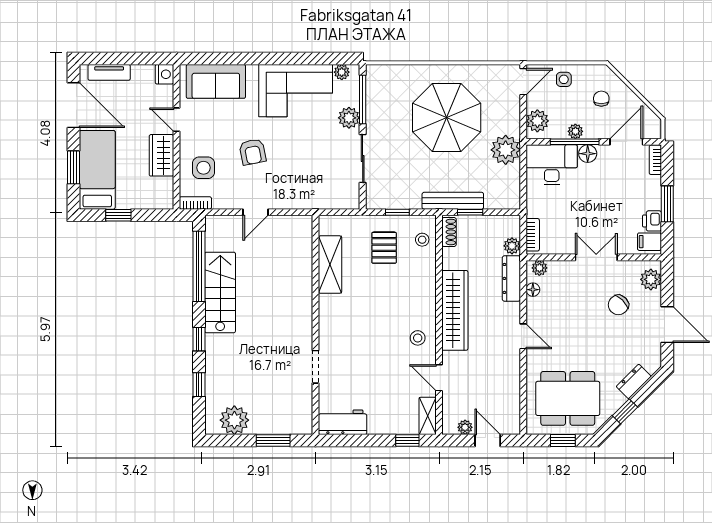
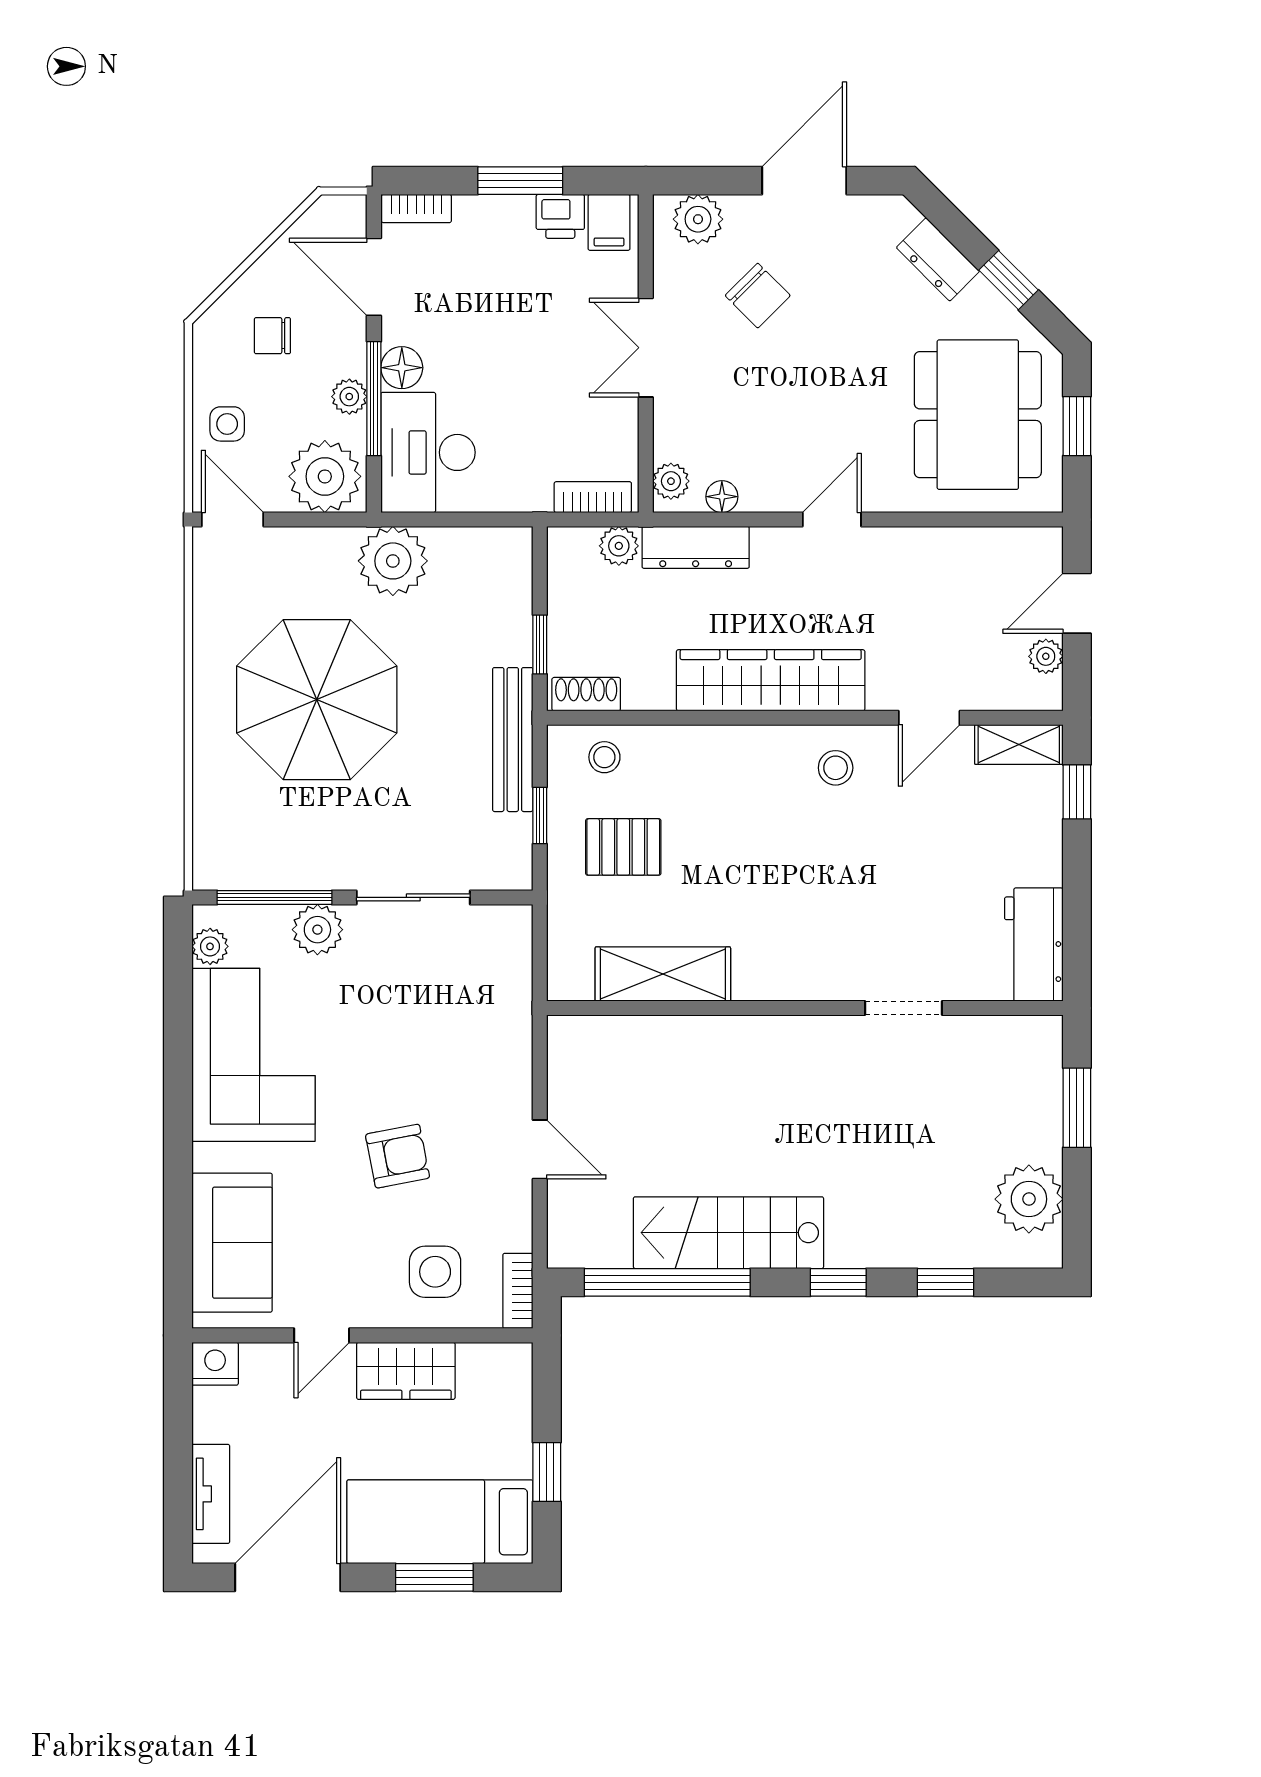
plant: (537, 121) -> (325, 476), width x1.36, depth x1.36
bench: (453, 201) -> (513, 740), moved

